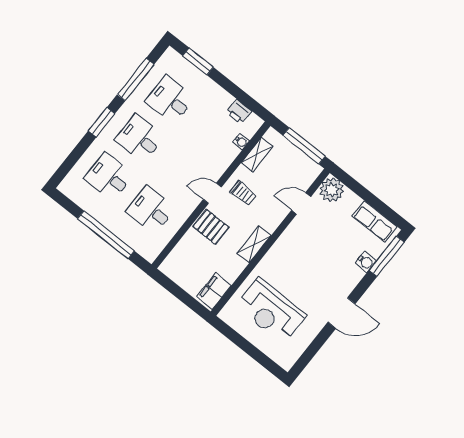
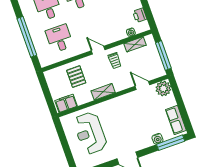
pallet: (211, 227) -> (76, 77), moved

